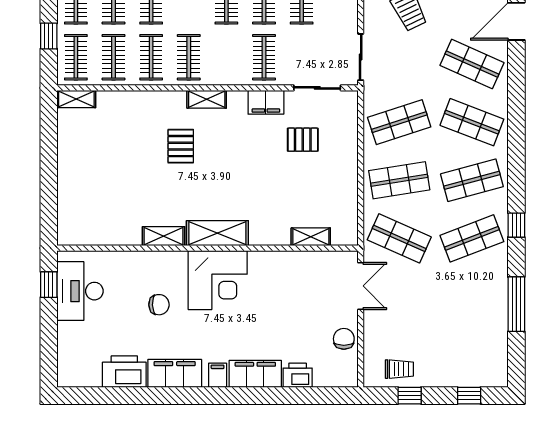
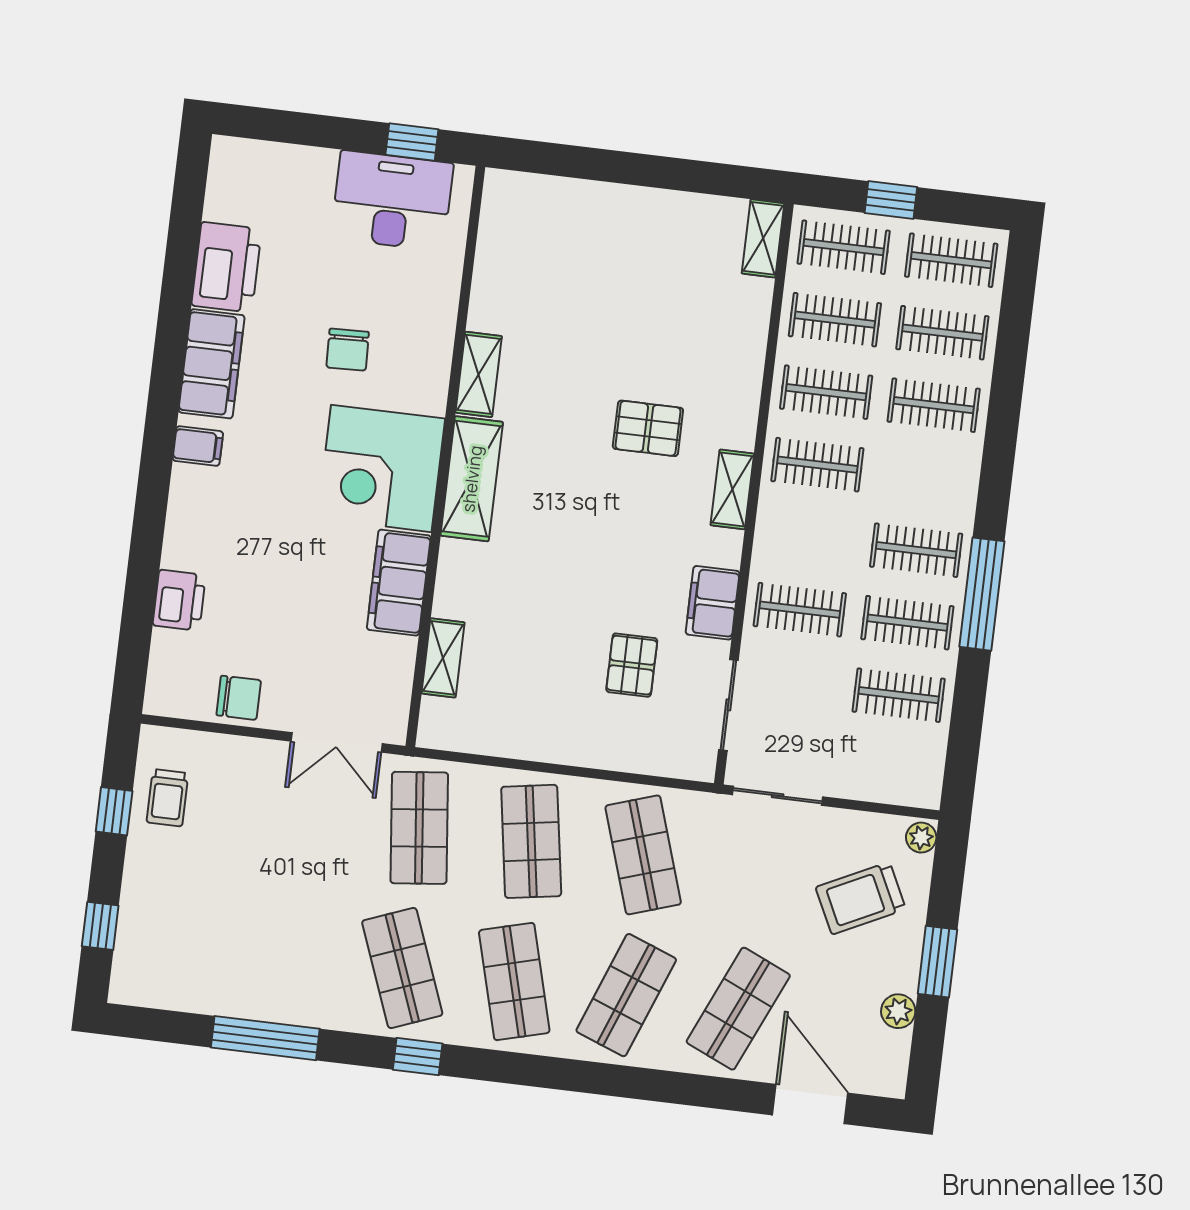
shop shelf: (399, 238) -> (419, 828), turned -30
filing cabinet: (255, 374) -> (399, 583), moved, turned 180

